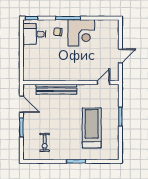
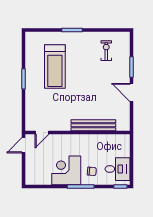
wall: (71, 83) -> (78, 132), moved
door: (103, 83) -> (42, 132), moved
bench: (56, 89) -> (93, 125), moved

